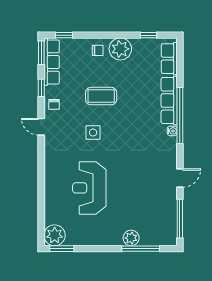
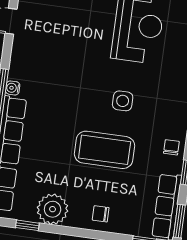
plant: (120, 49) -> (53, 209), moved
coffee table: (101, 96) -> (105, 150), width x1.36, depth x1.32

